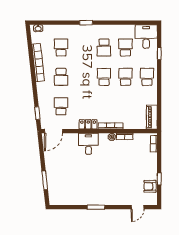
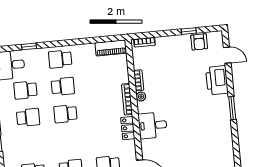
school desk: (125, 77) -> (63, 86), turned 180
printer: (119, 197) -> (217, 80), added

